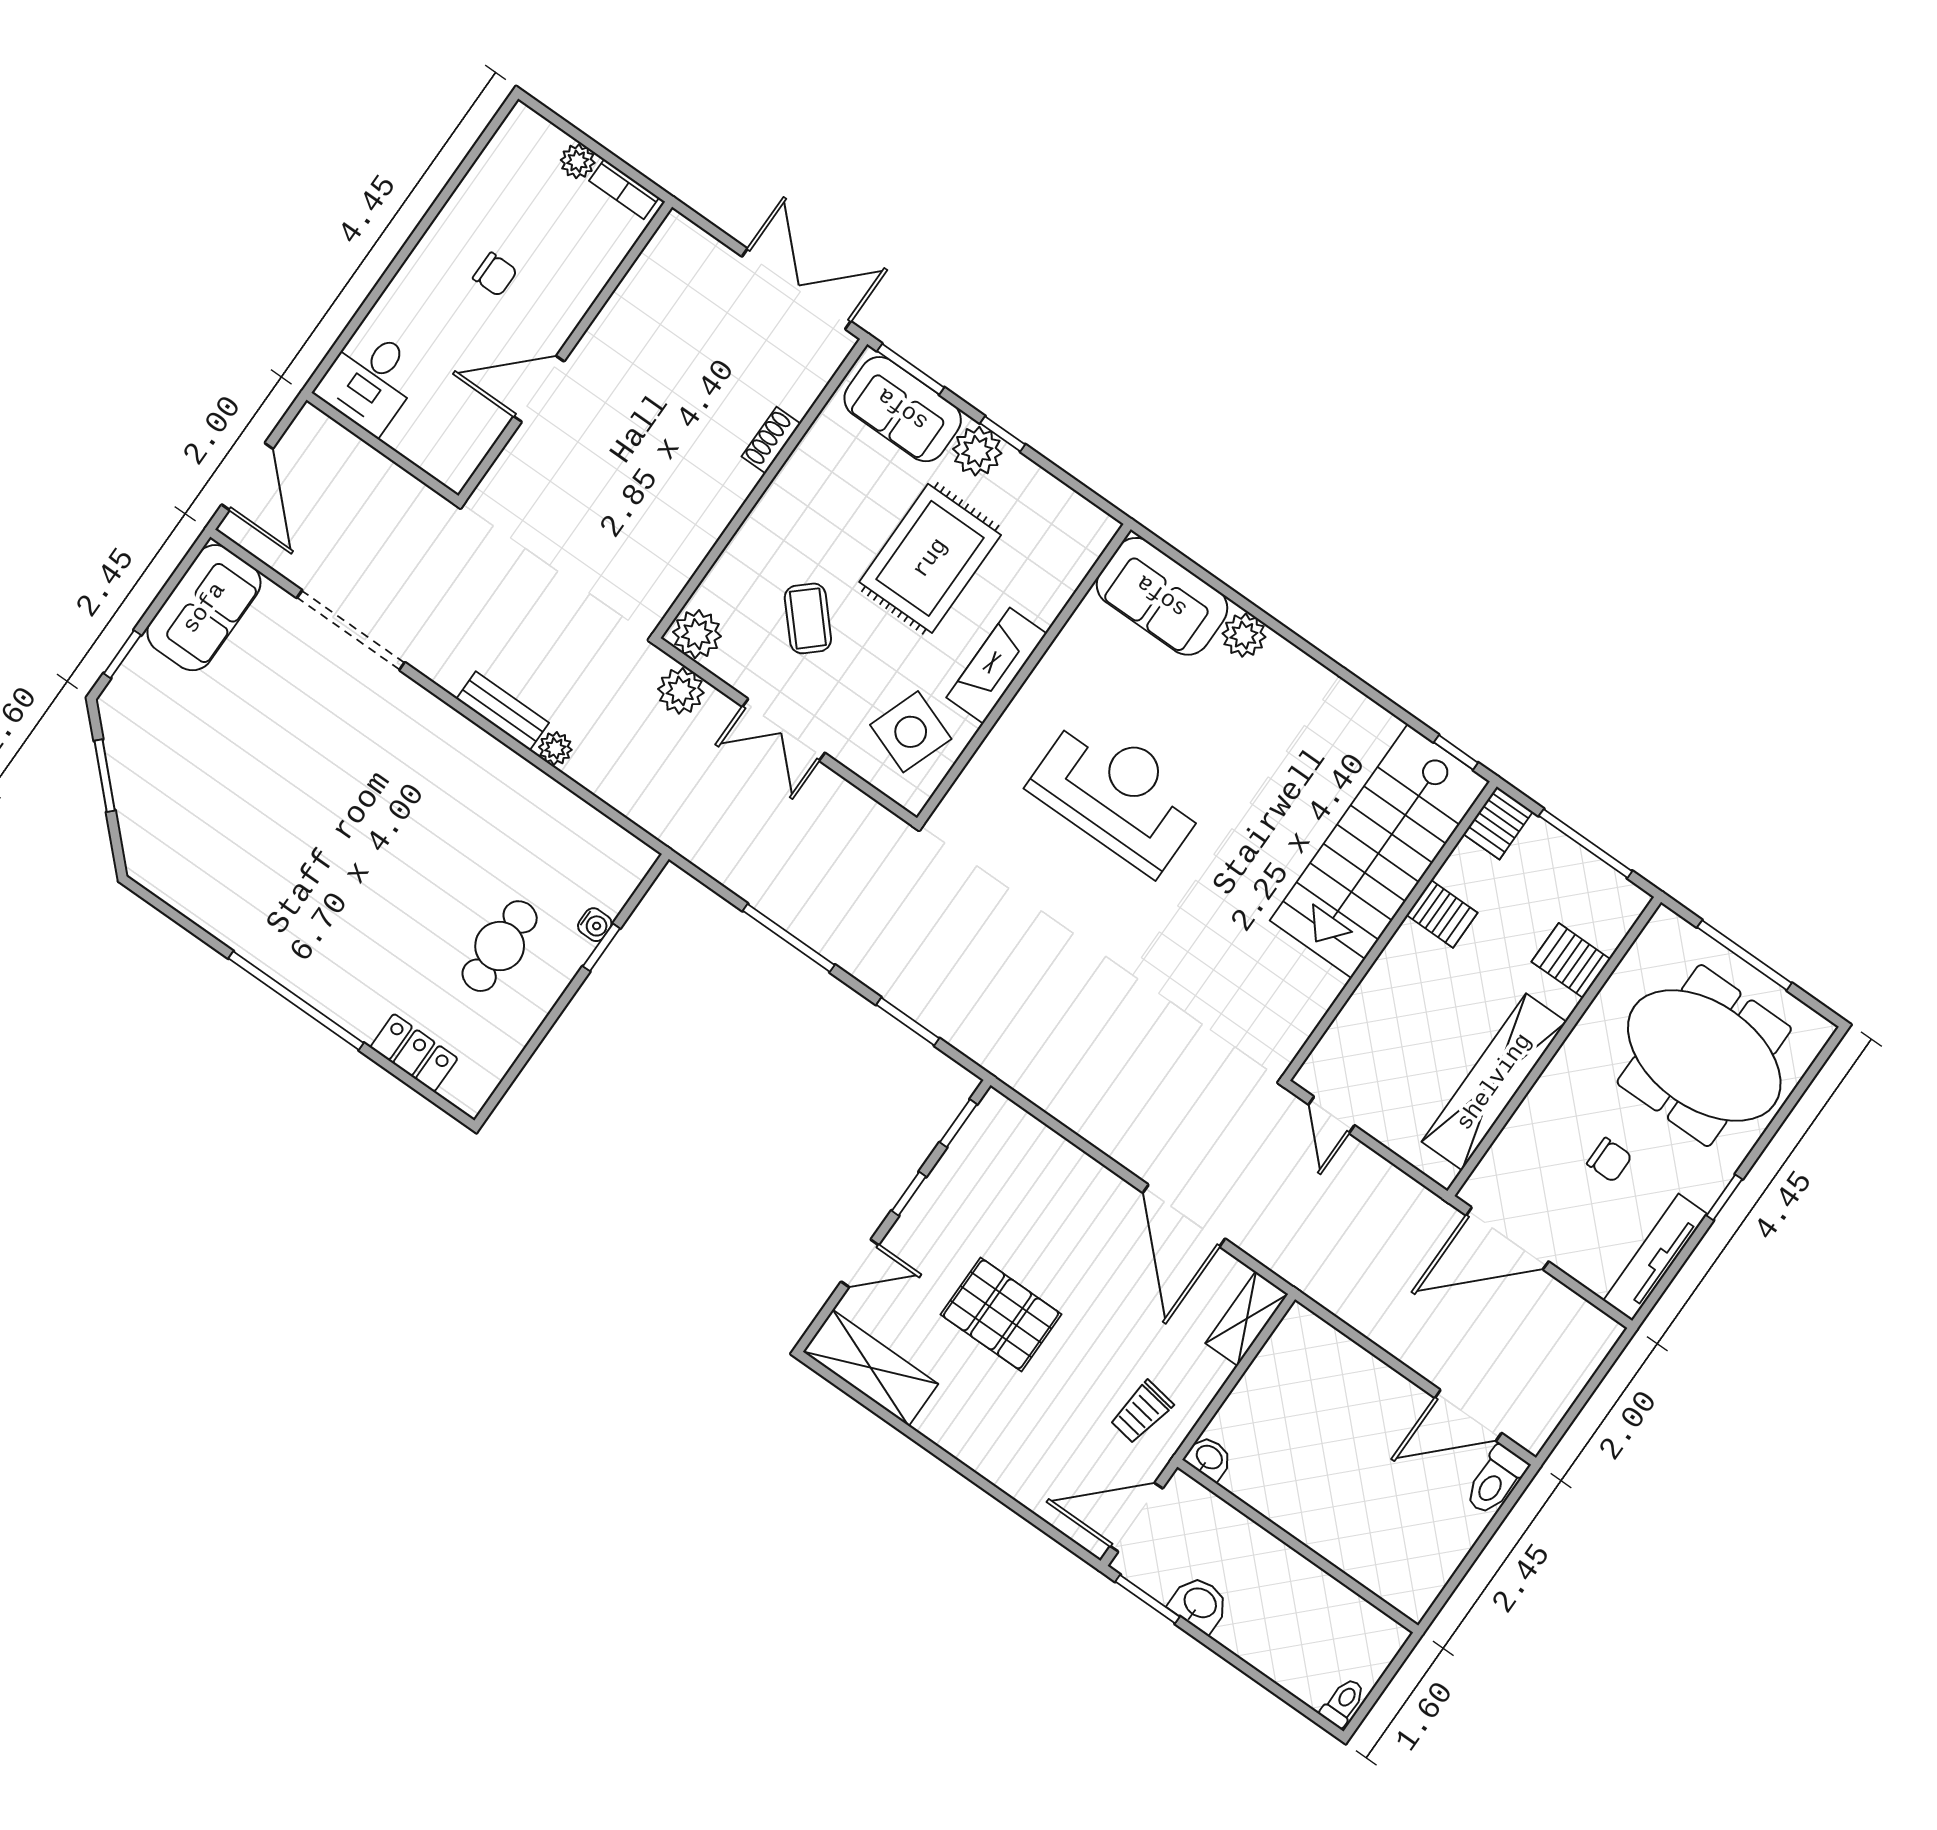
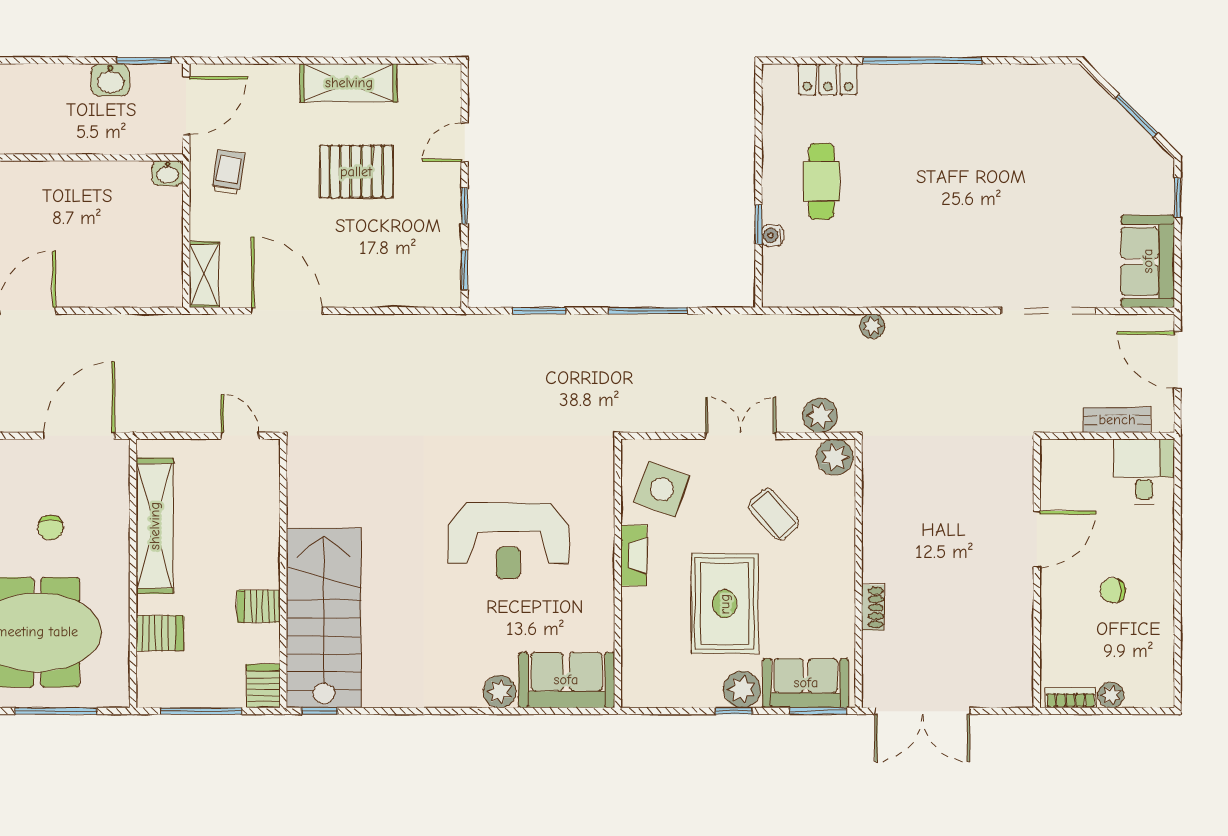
fireplace: (997, 666) -> (634, 555), width x0.73, depth x0.76
bench: (503, 711) -> (1117, 420), moved
chair: (1609, 1160) -> (50, 528), turned -90
shelving: (871, 1368) -> (349, 83), moved

